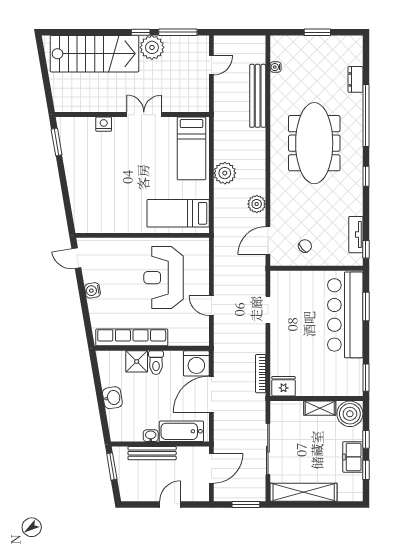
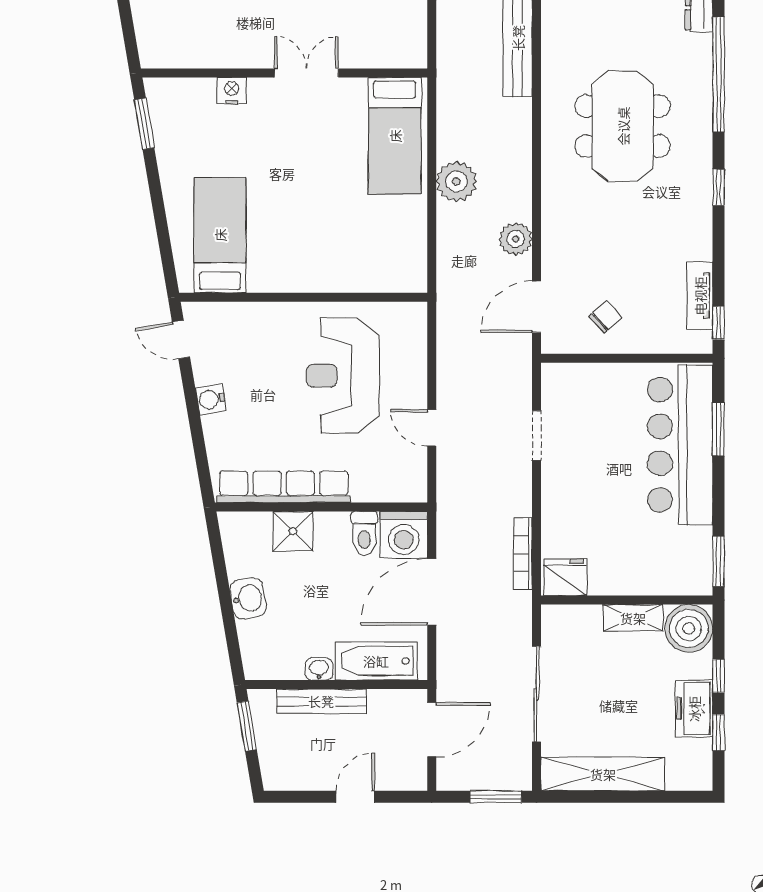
meeting table: (314, 143) -> (623, 126), width x0.73
bed: (178, 213) -> (220, 235), moved, turned 90
toilet: (156, 363) -> (364, 534), moved

